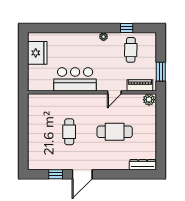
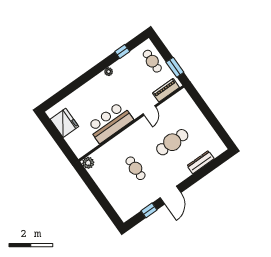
cafe table: (131, 50) -> (152, 61), moved
plant: (149, 100) -> (88, 163), moved
dresser: (143, 165) -> (201, 162), moved

